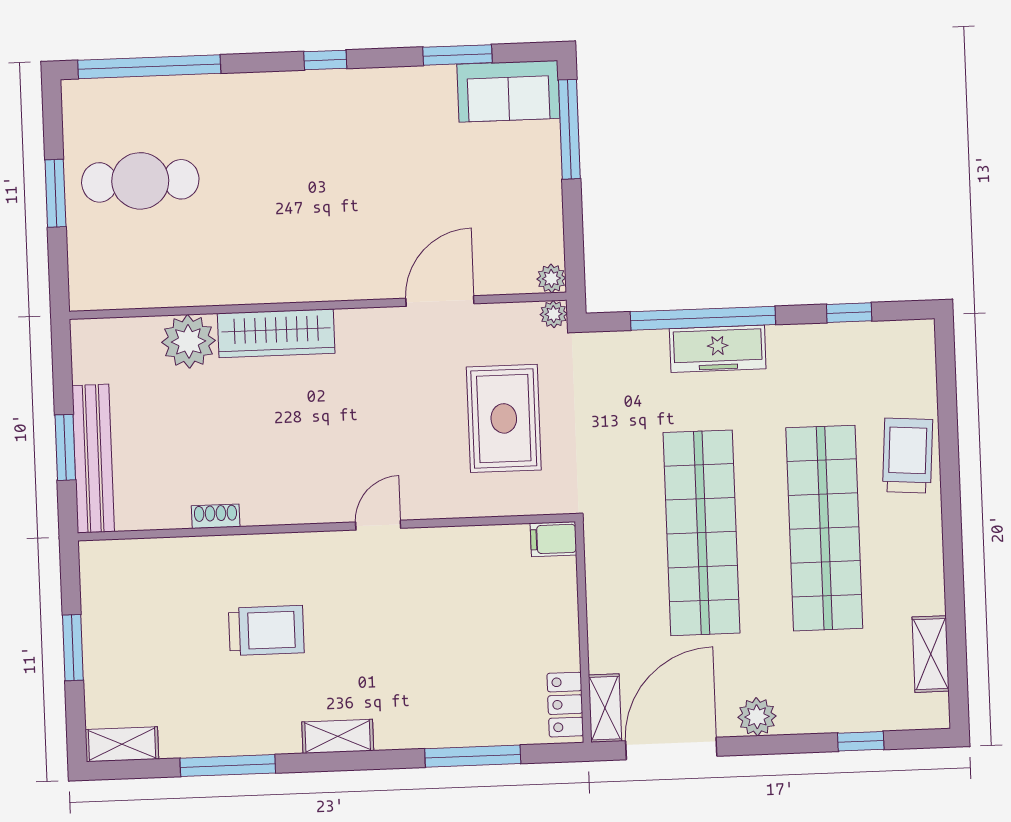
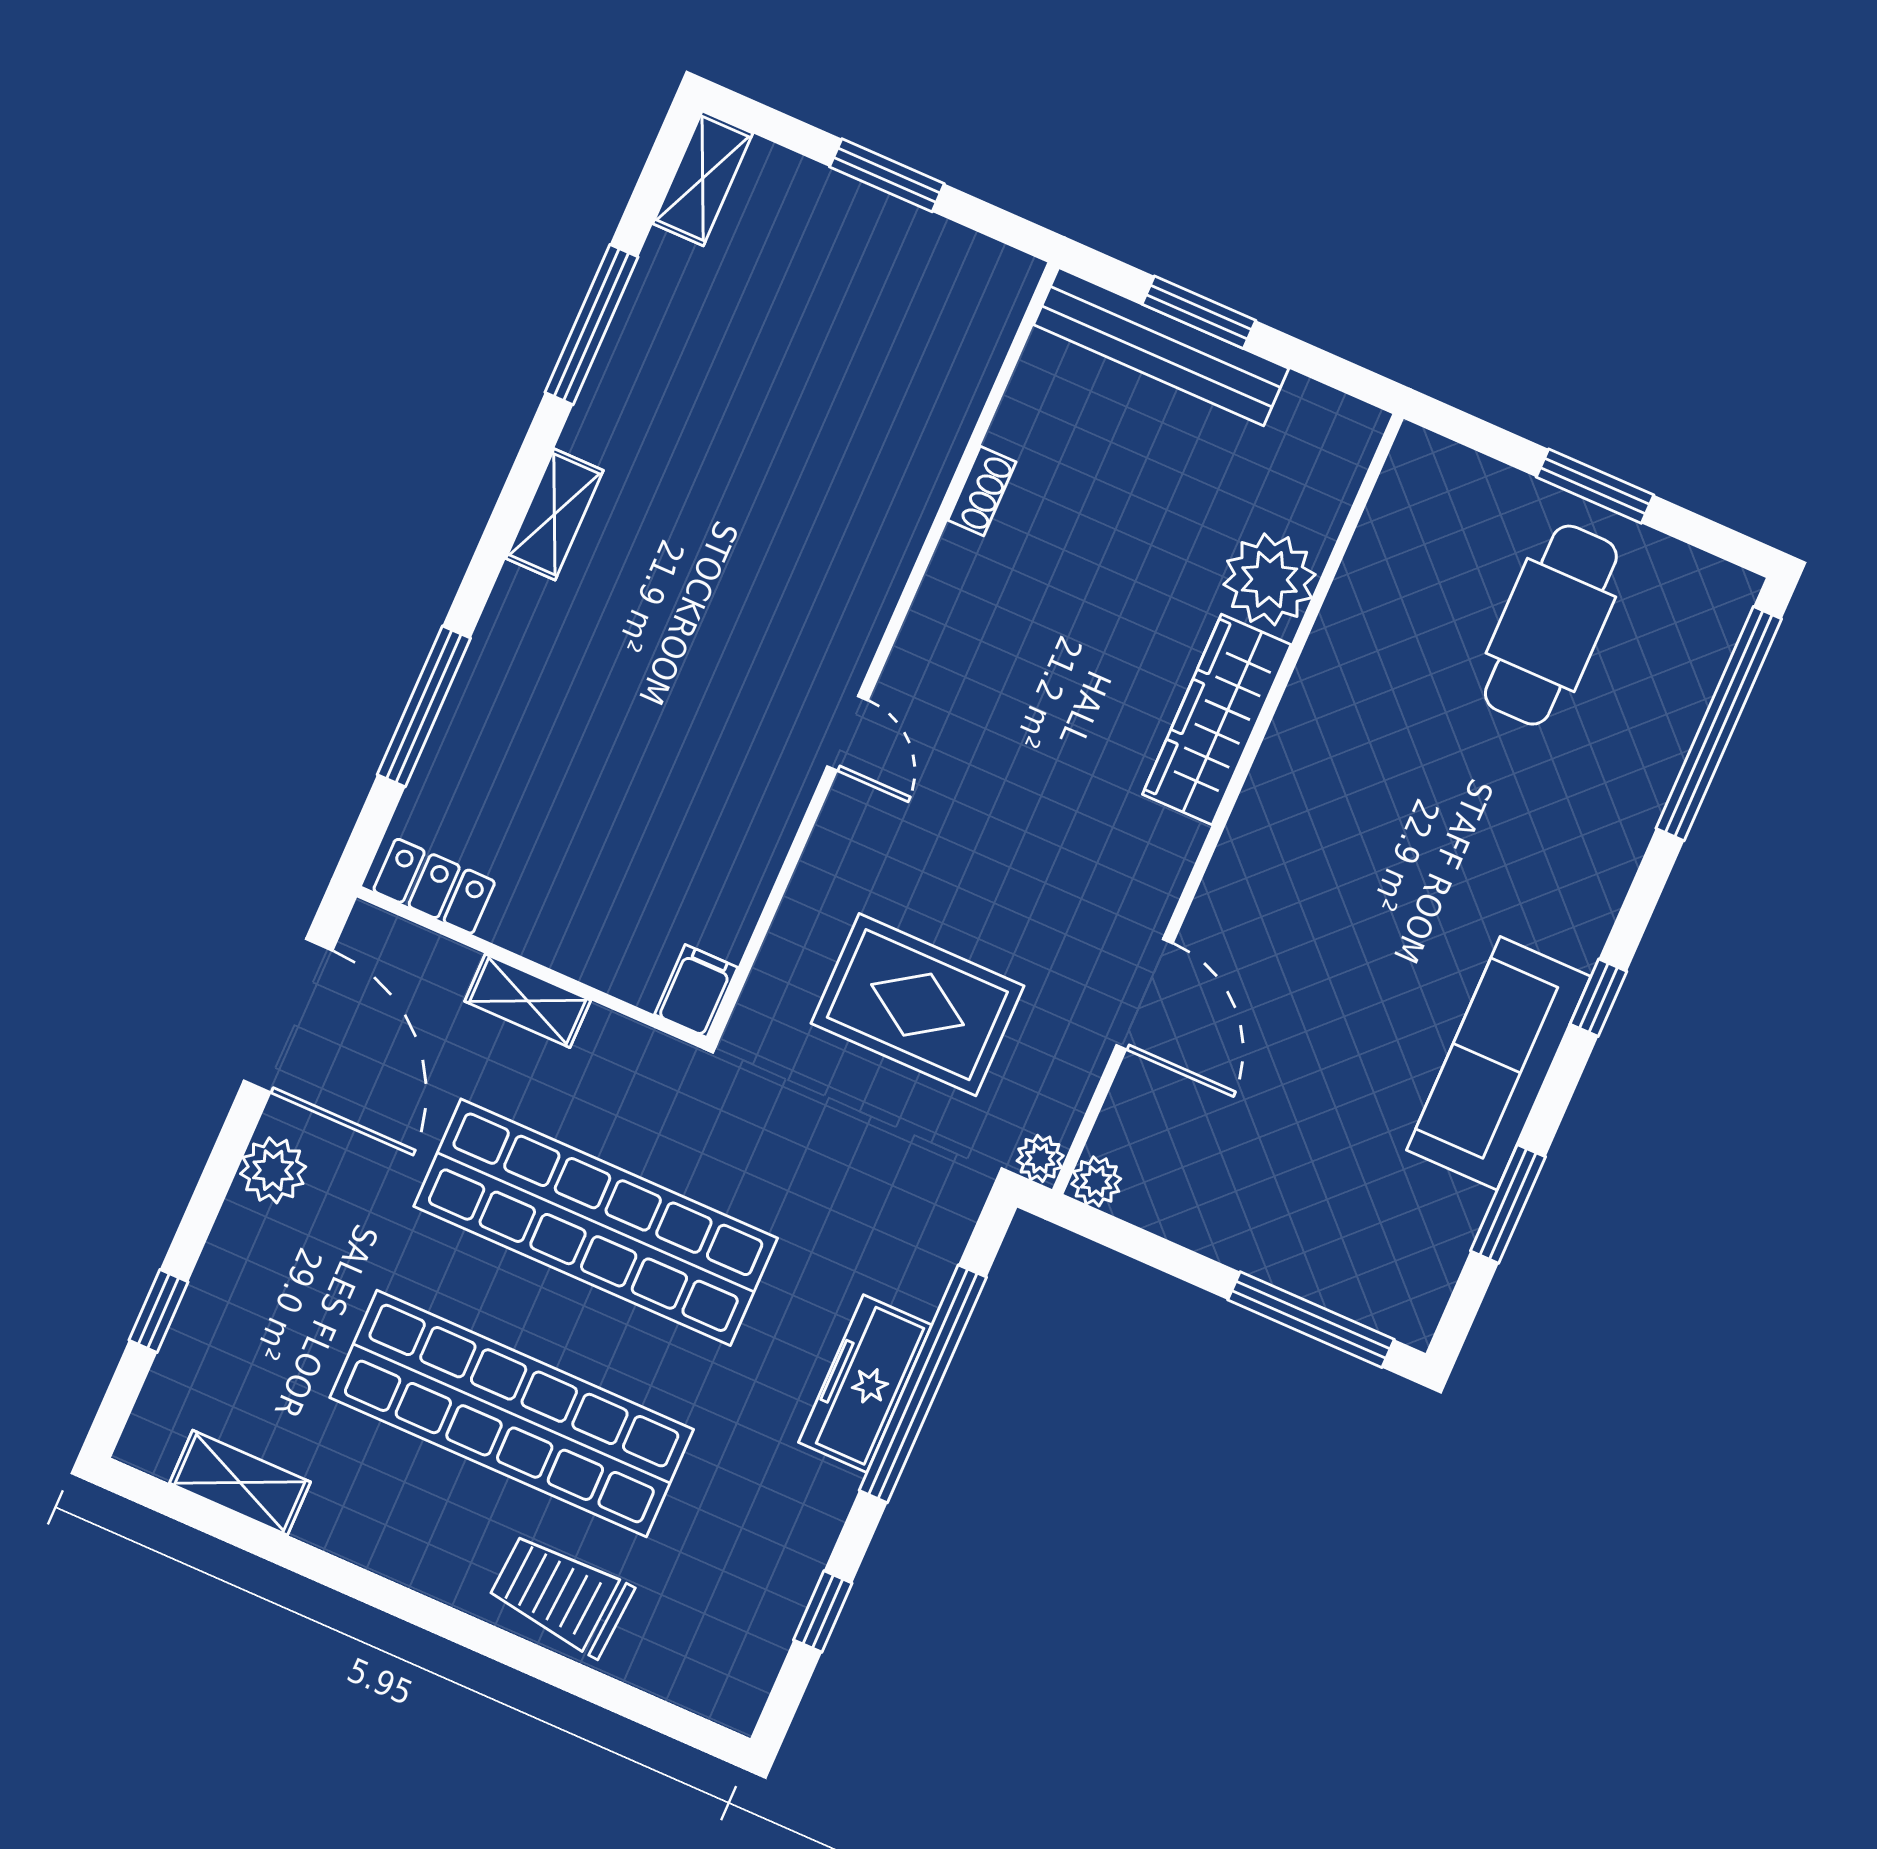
sofa: (508, 91) -> (1499, 1063), moved, width x1.36
trolley: (907, 456) -> (561, 1595), turned 180
trolley: (266, 630) -> (770, 484), removed
shelving: (605, 708) -> (528, 1001), moved

